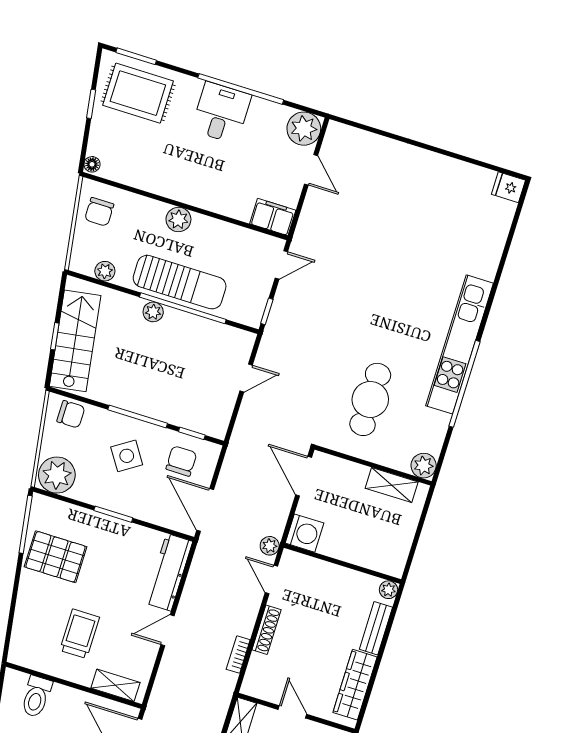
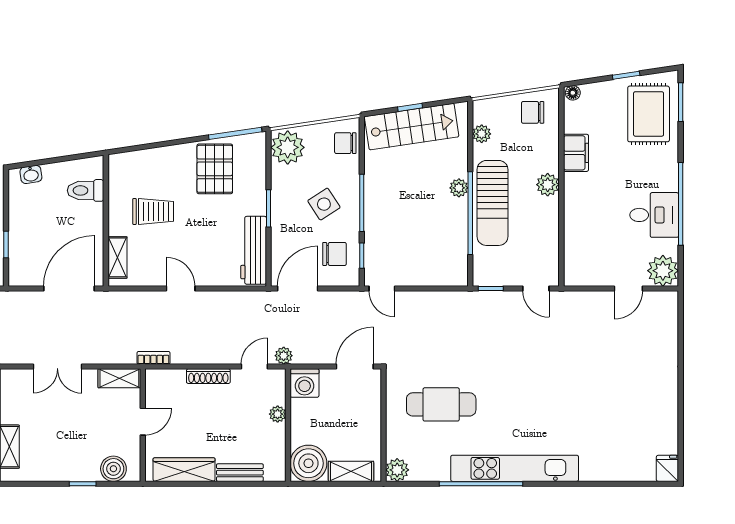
desk: (221, 113) -> (654, 215), moved
filing cabinet: (273, 217) -> (576, 153), moved
door: (246, 378) -> (382, 288), moved
chair: (71, 414) -> (345, 143), turned 90
shelving: (392, 485) -> (351, 471), moved, turned 90
boiler: (388, 555) -> (308, 463), added
workbench: (169, 572) -> (254, 250), moved, turned -90
plant: (389, 590) -> (278, 414), moved
bookcase: (238, 655) -> (153, 358), moved

